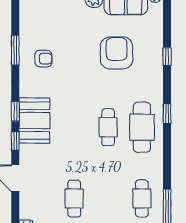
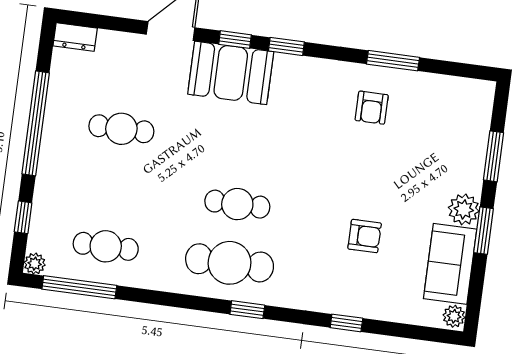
armchair: (117, 53) -> (365, 236), width x0.53, depth x0.53
booth: (34, 121) -> (231, 73), moved

